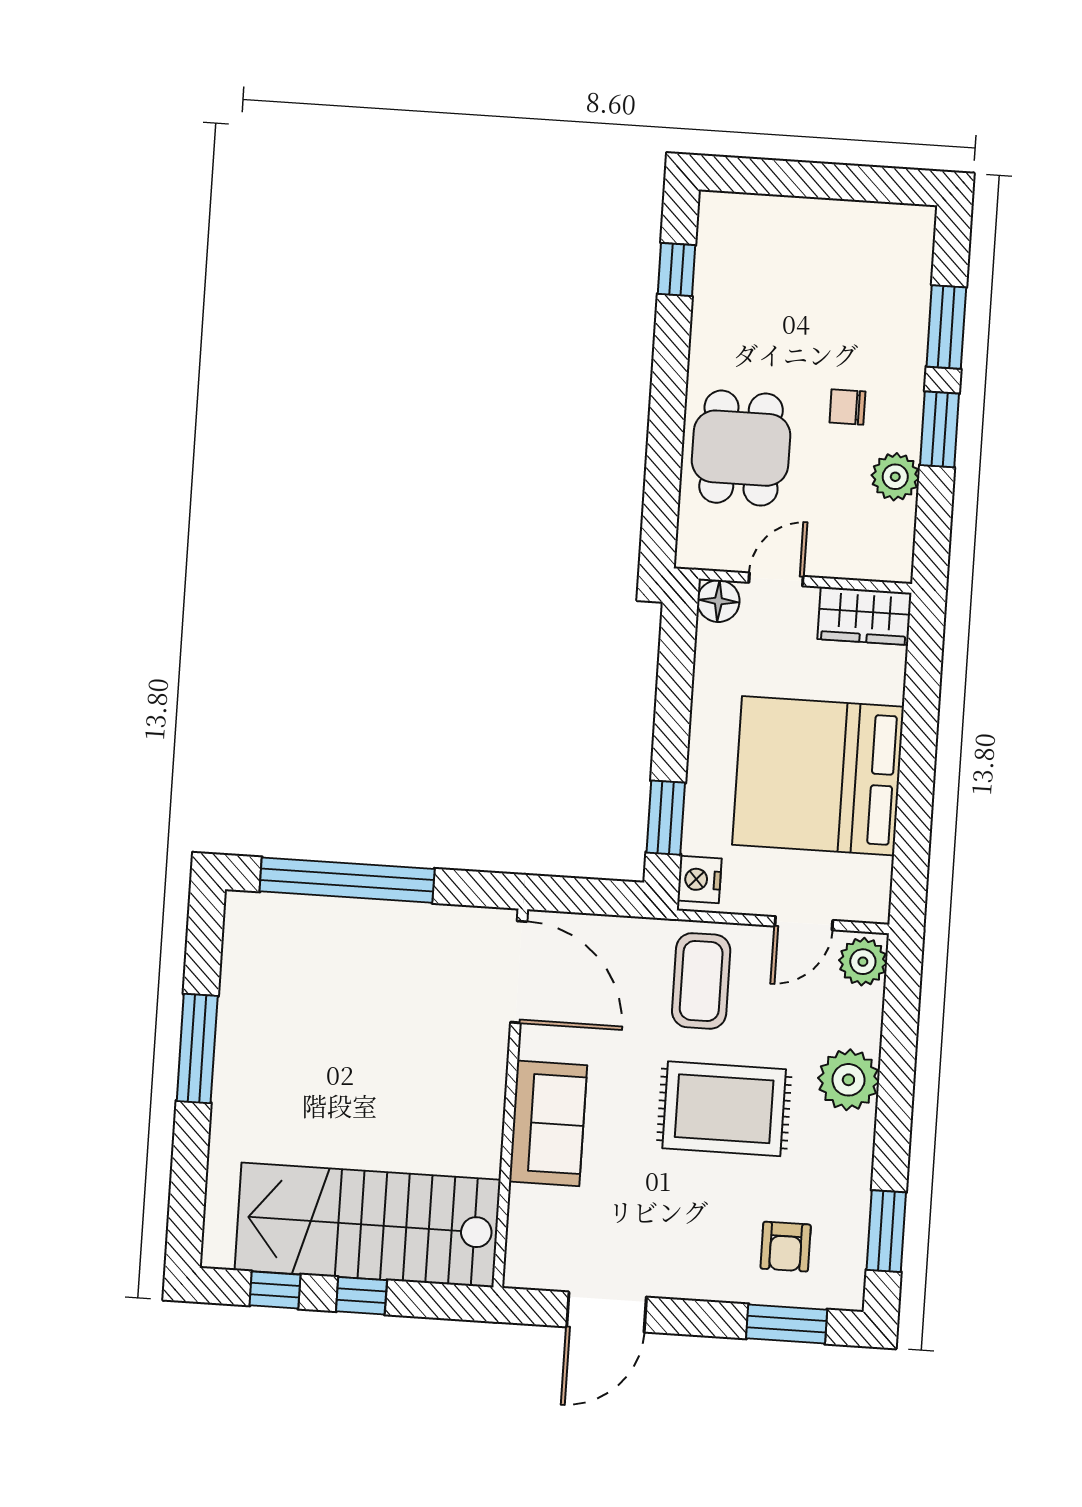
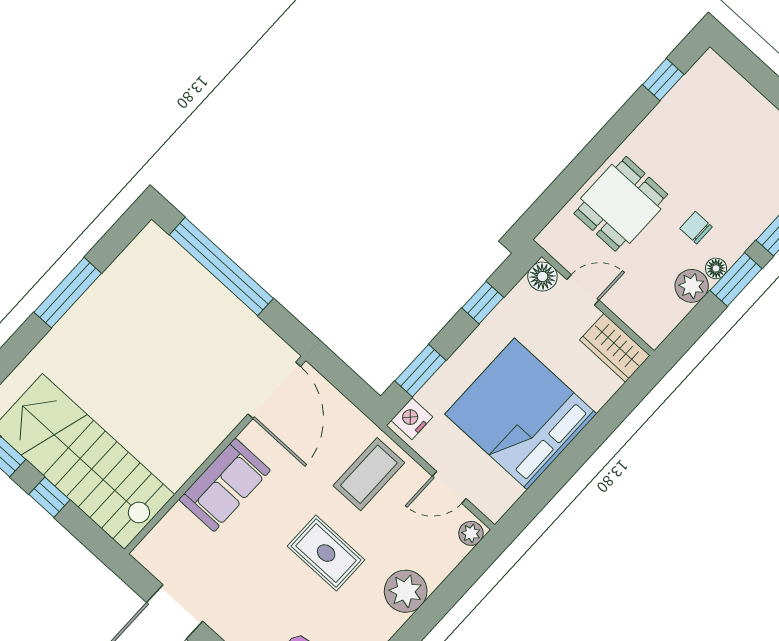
floor lamp: (907, 435) -> (716, 268), added
window: (675, 685) -> (483, 303), added
plant: (863, 962) -> (471, 533), width x0.73, depth x0.73
rug: (724, 1109) -> (326, 553), width x0.73, depth x0.70

